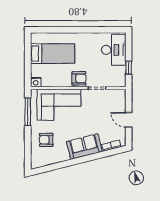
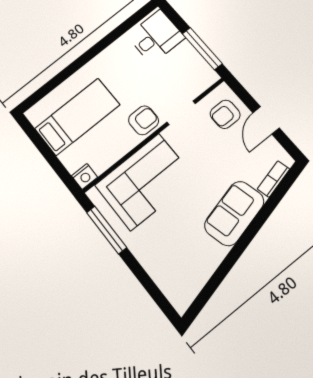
desk: (114, 50) -> (156, 37), width x0.73
window: (129, 68) -> (202, 49), width x2.17
door: (129, 120) -> (266, 120), hinge flipped
armchair: (46, 140) -> (225, 114), moved

